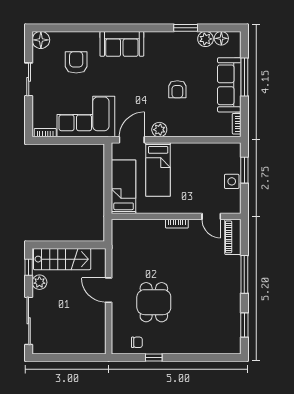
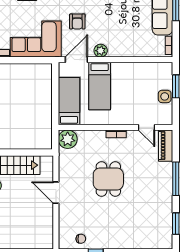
armchair: (177, 89) -> (77, 21), moved
plant: (122, 230) -> (68, 139), added
dining table: (154, 302) -> (108, 179), moved

